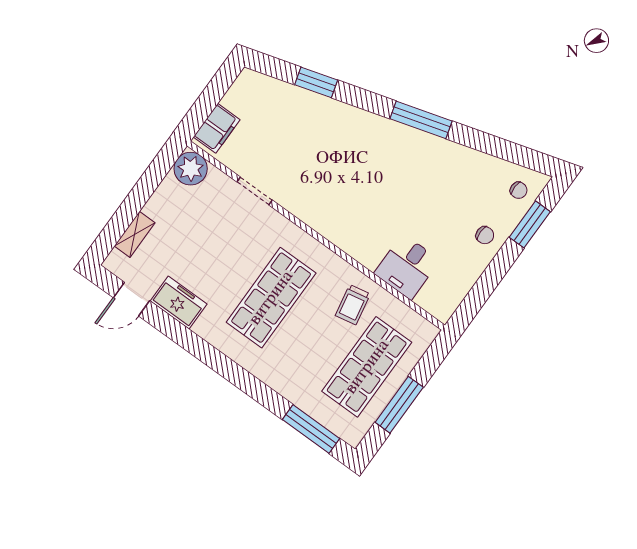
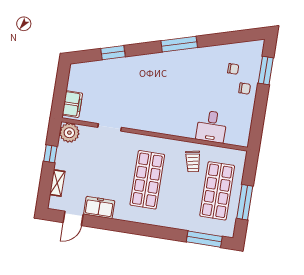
window: (147, 186) -> (50, 154), added
chair: (519, 190) -> (233, 69), moved

